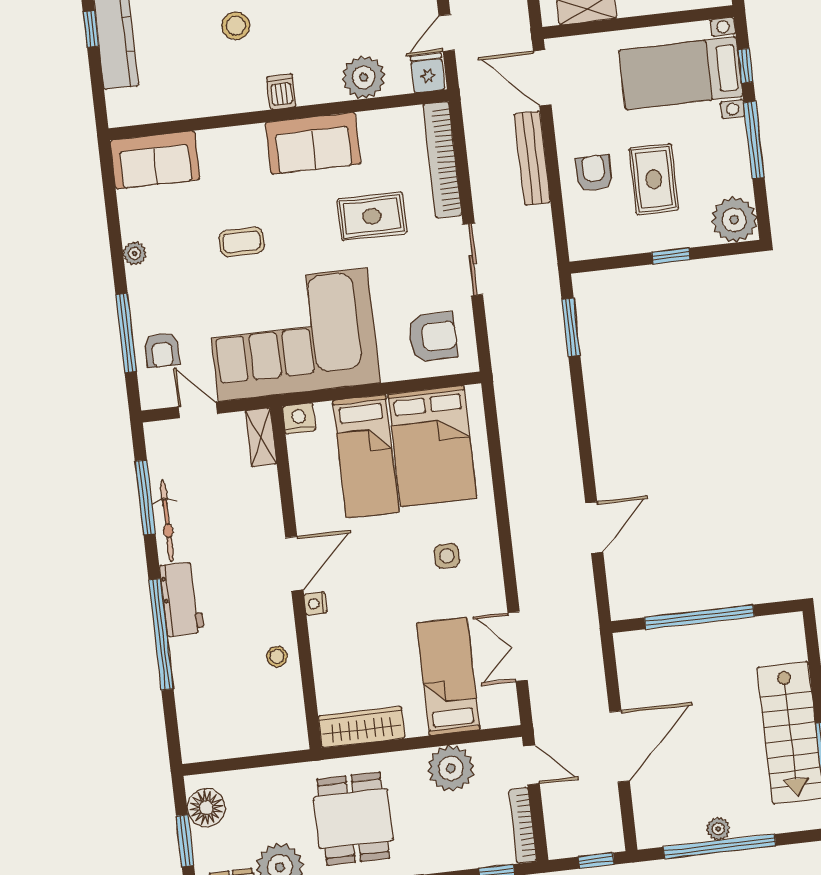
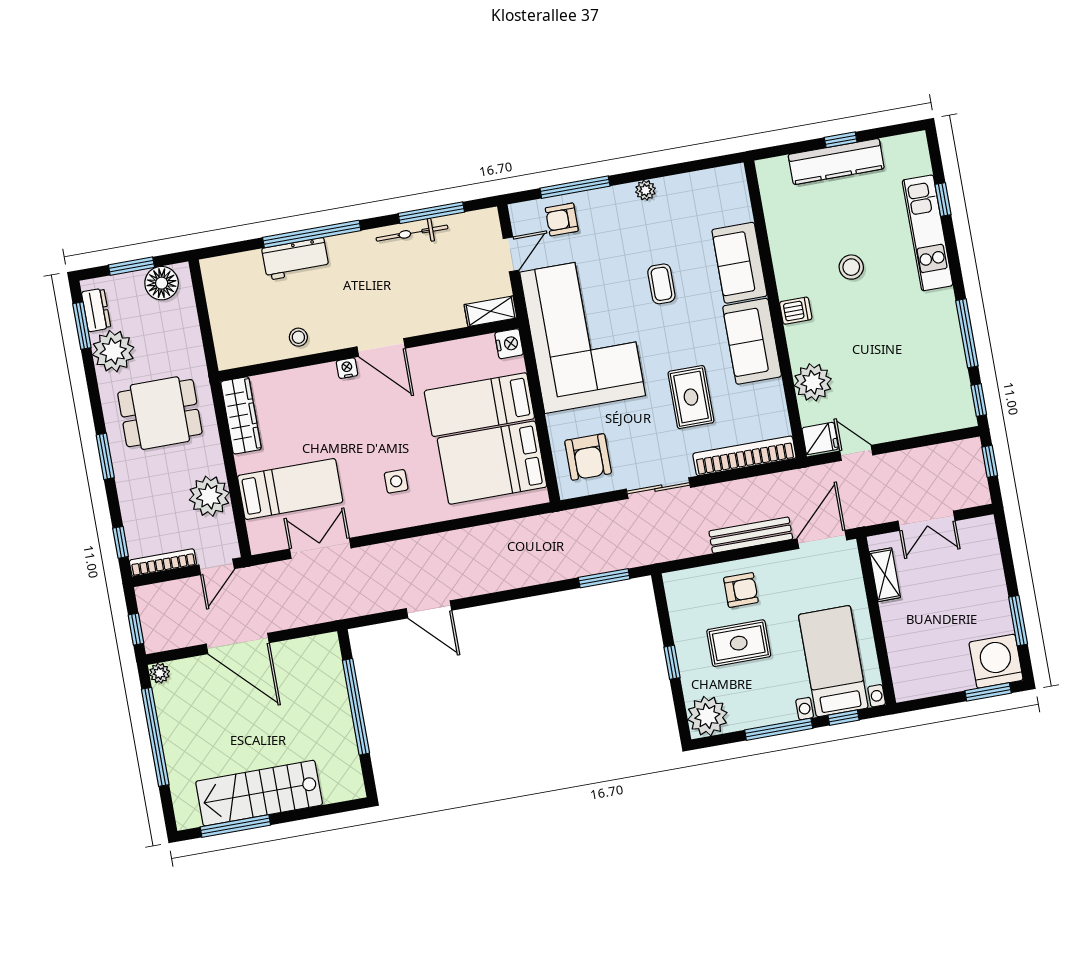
sofa: (155, 160) -> (739, 263), moved
workbench: (182, 599) -> (296, 259), moved
plant: (718, 829) -> (160, 673), moved

